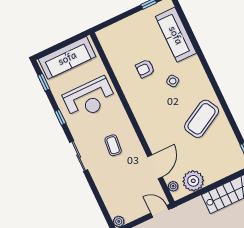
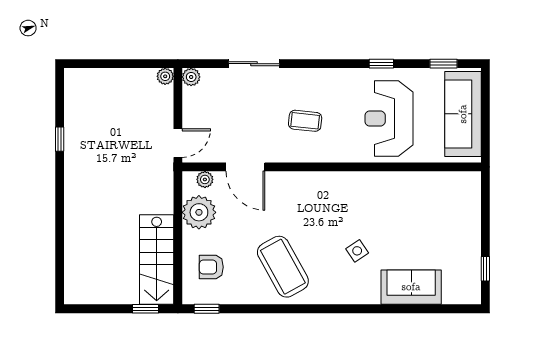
sofa: (176, 35) -> (411, 287), width x0.73
armchair: (145, 69) -> (211, 267), moved, turned -90
sliding door: (79, 156) -> (254, 64), moved

